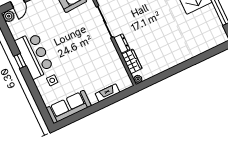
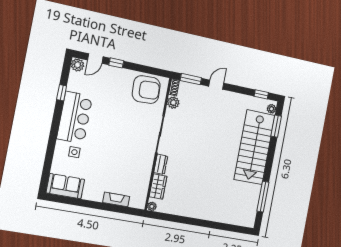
window: (20, 61) -> (62, 93), moved
sofa: (69, 107) -> (65, 186), width x0.73

